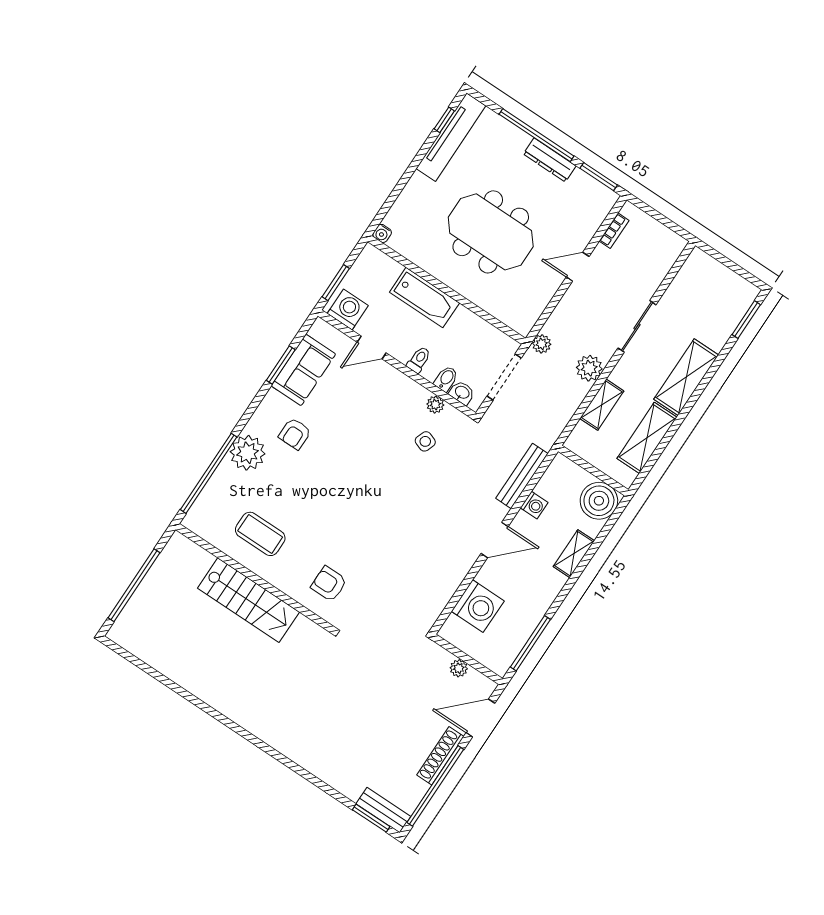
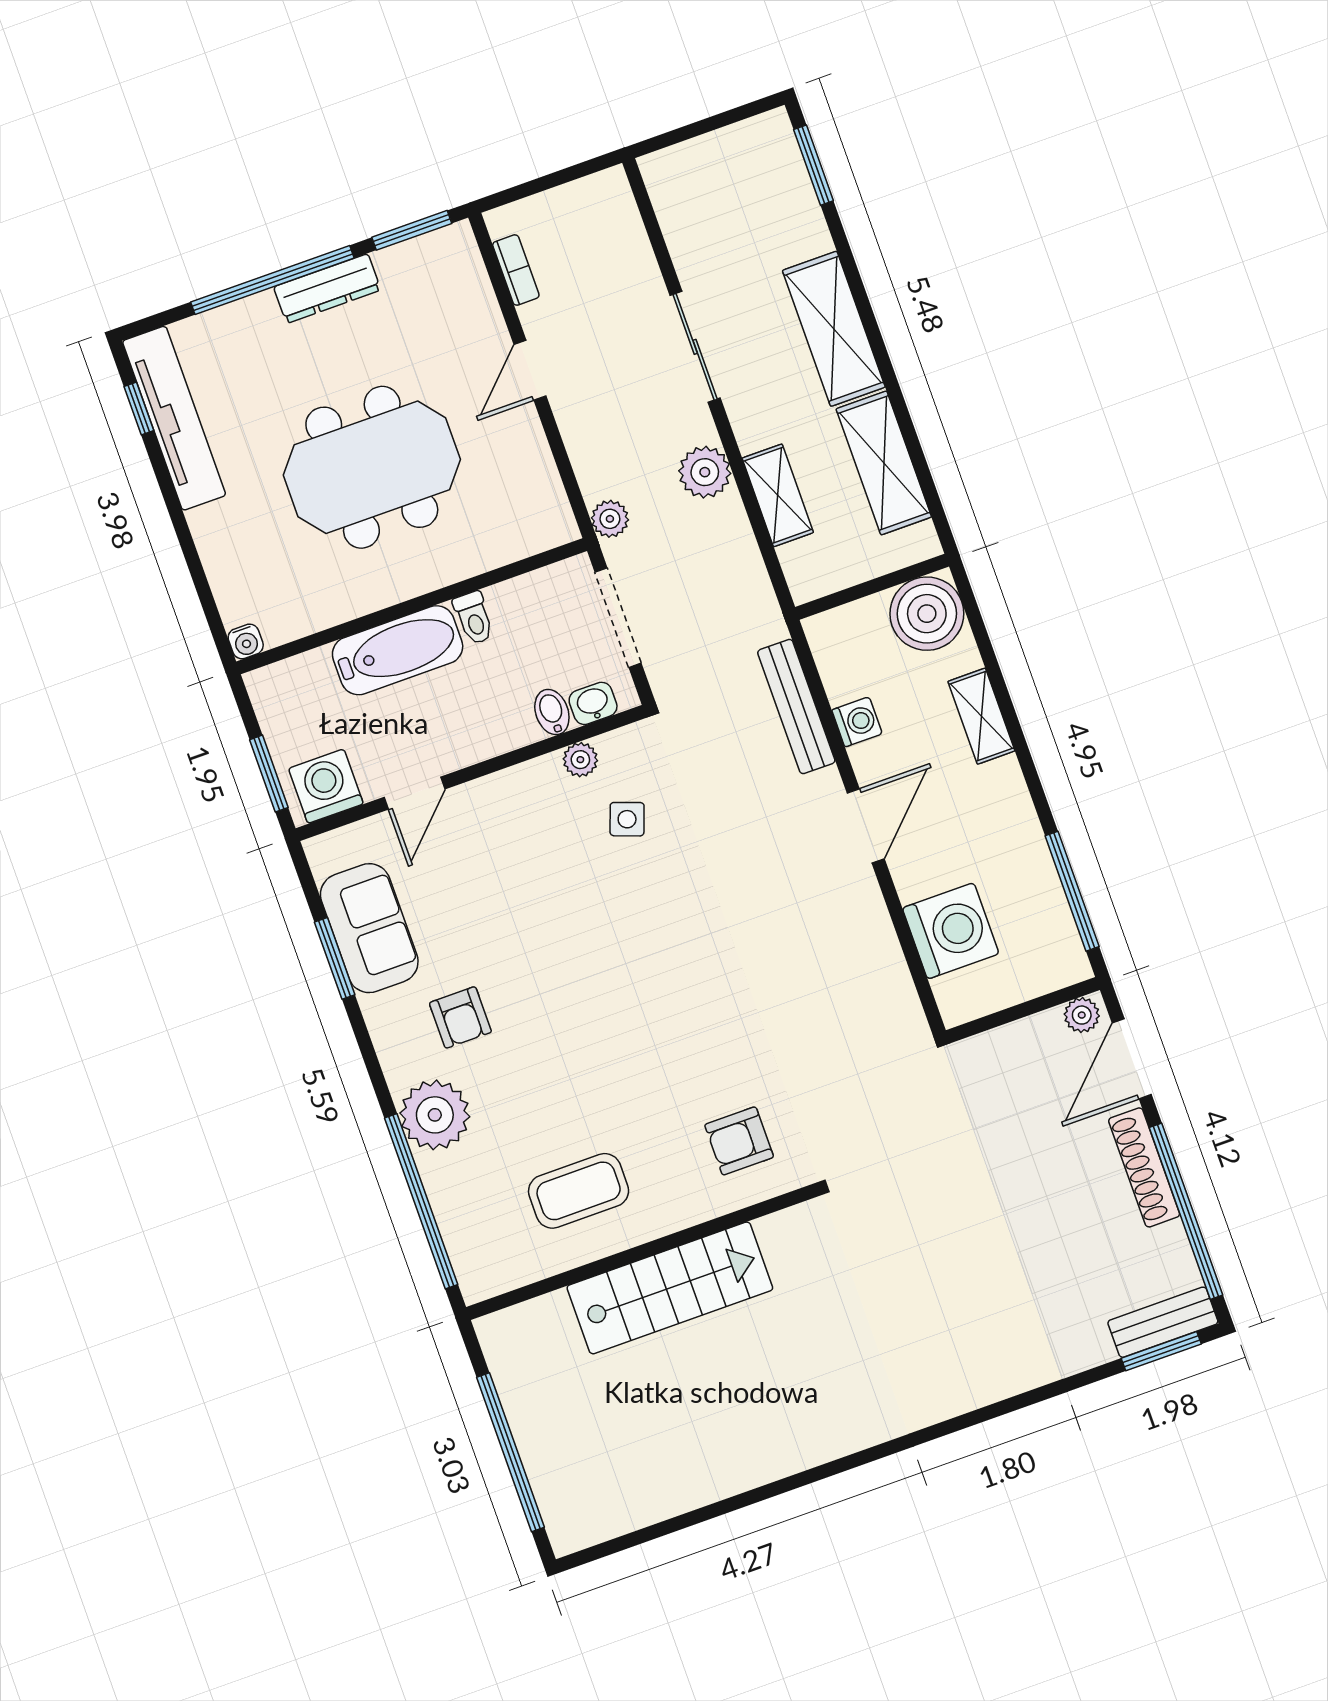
toilet: (419, 360) -> (474, 618), moved, turned 180
plant: (459, 668) -> (1082, 1015), moved

